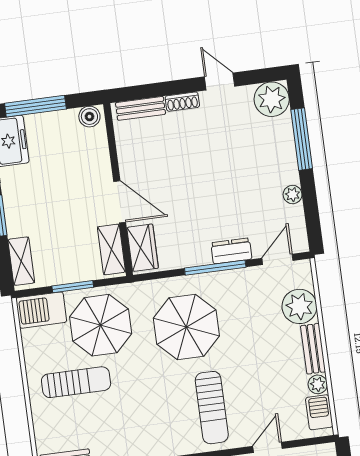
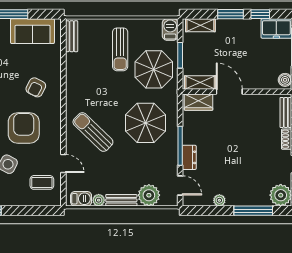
door: (120, 202) -> (229, 92), swing flipped
barbecue: (41, 310) -> (170, 29), width x0.73, depth x0.79
sun lounger: (212, 408) -> (93, 132), turned 44

